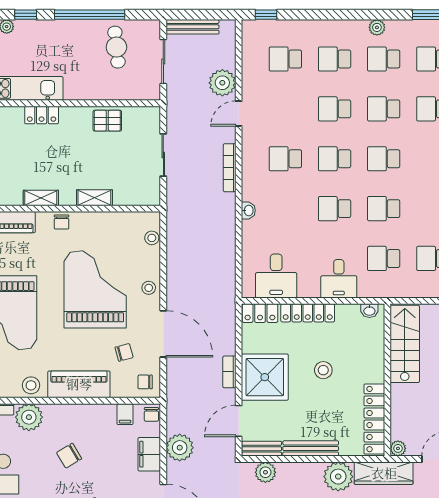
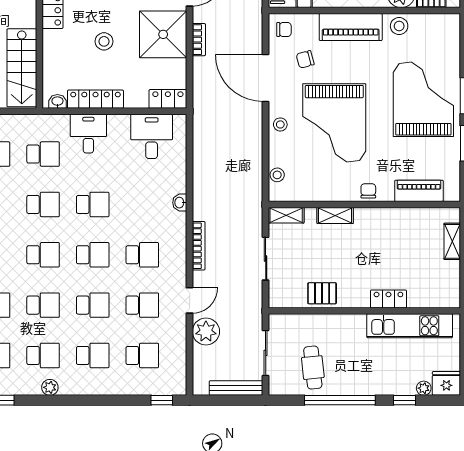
school desk: (285, 109) -> (142, 305), added
shelving: (41, 198) -> (286, 215), moved
locker: (308, 313) -> (95, 99), moved

